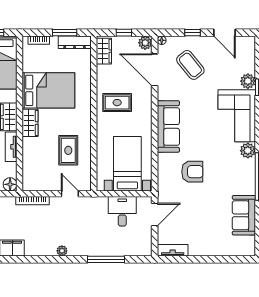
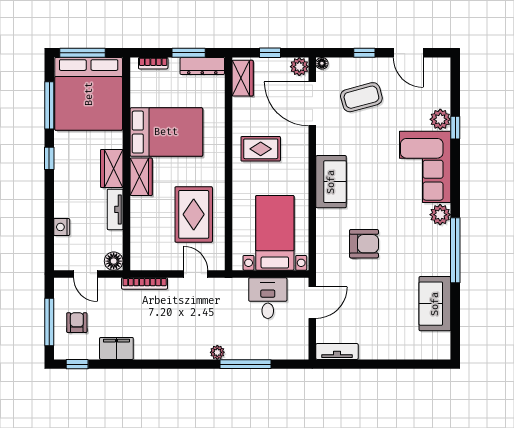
coffee table: (190, 65) -> (361, 97), turned -66
sofa: (168, 126) -> (331, 182), width x0.73
rug: (68, 150) -> (194, 214), width x1.36, depth x1.43
plant: (62, 251) -> (217, 352), moved

